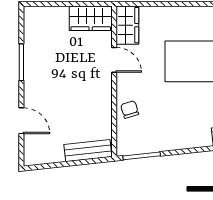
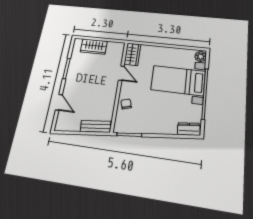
wardrobe: (91, 18) -> (94, 47), moved

